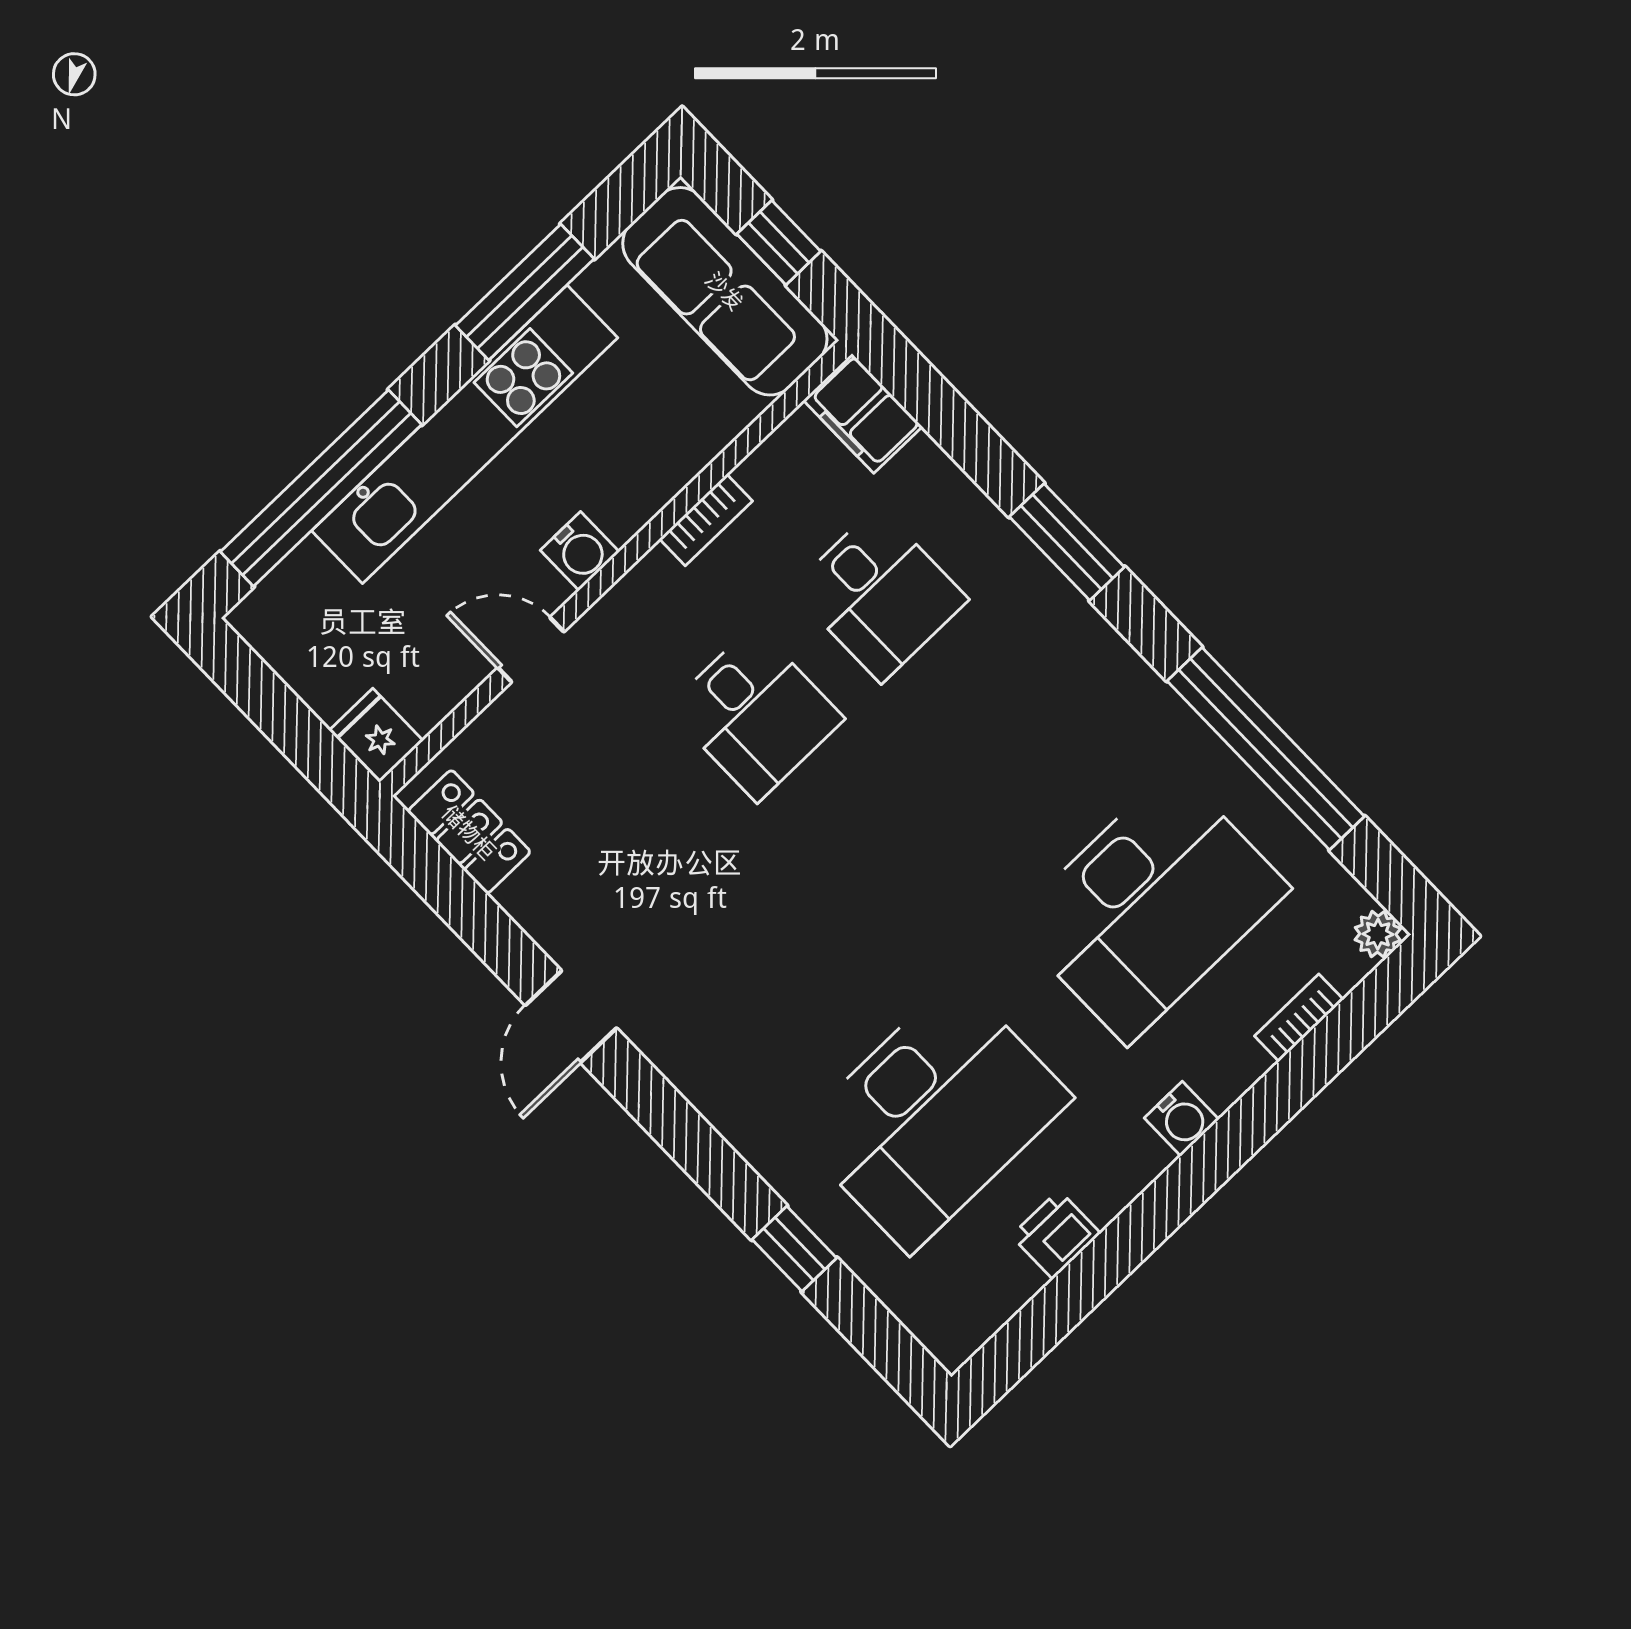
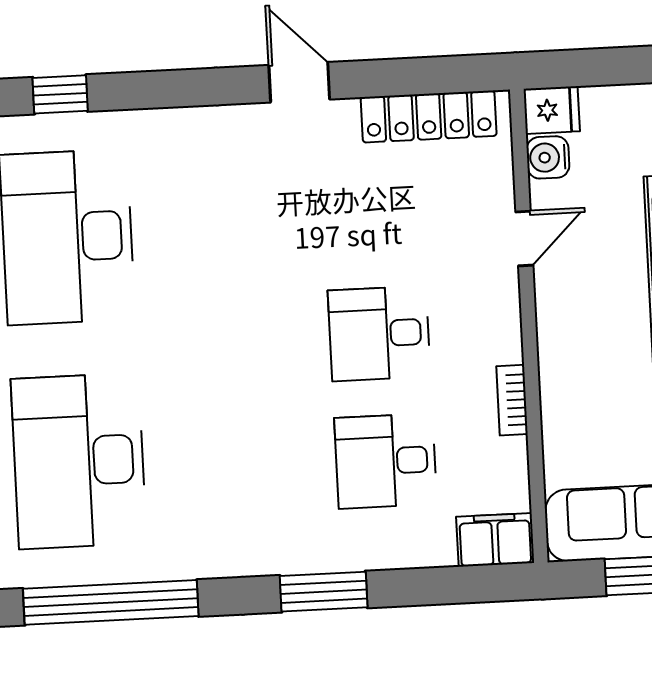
water cooler: (580, 551) -> (548, 157), moved
locker: (469, 832) -> (429, 117), width x1.53

